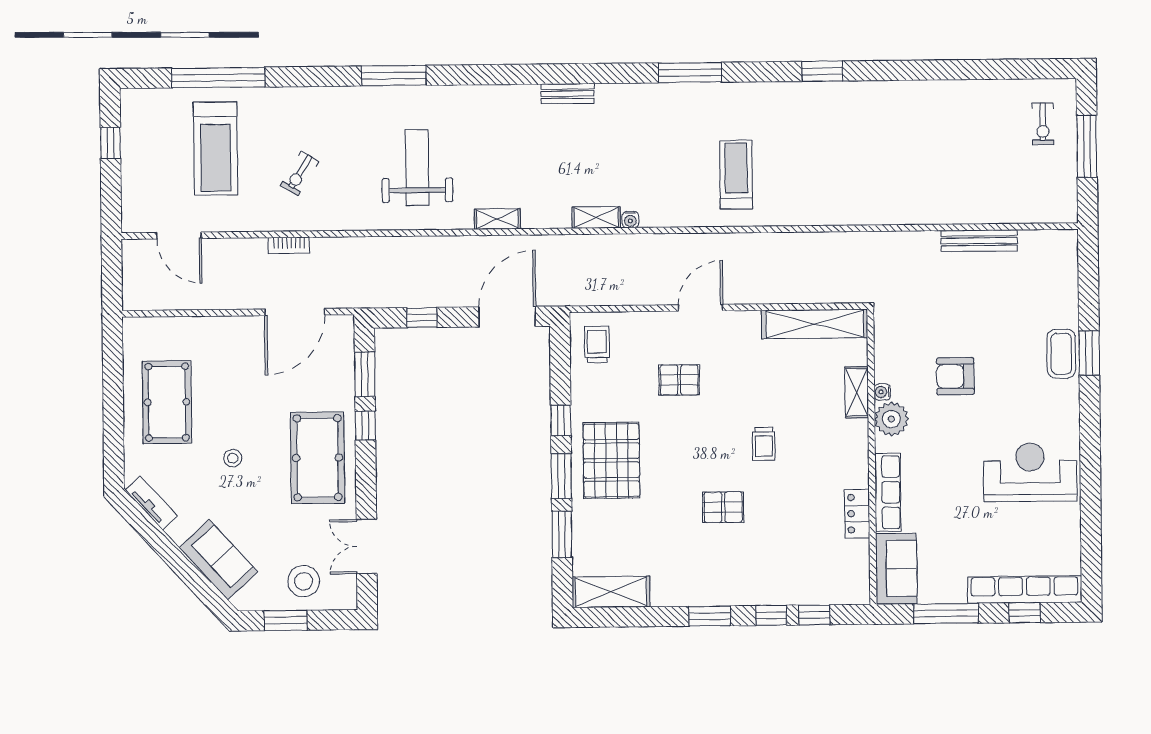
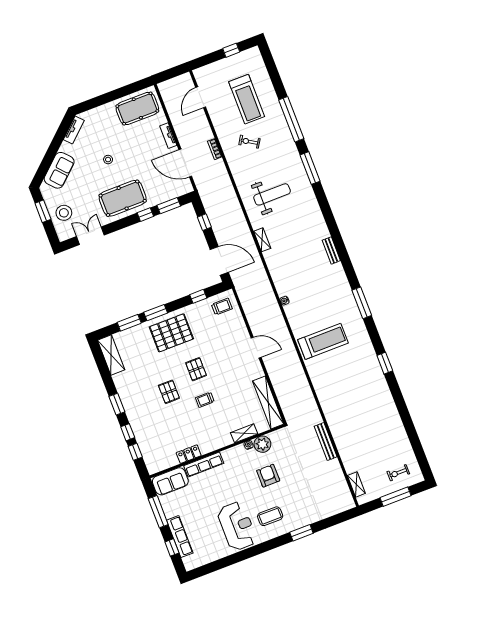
window: (218, 78) -> (291, 119), moved
treadmill: (216, 148) -> (247, 99), turned -90
treadmill: (736, 175) -> (323, 341), width x1.37, depth x1.38
shelving: (596, 217) -> (356, 484), moved
bench: (979, 241) -> (326, 442), moved
tv unit: (230, 325) -> (168, 136), added
coffee table: (1061, 354) -> (270, 516), moved
pallet: (679, 380) -> (196, 369), moved
pool table: (167, 402) -> (137, 109), moved
plant: (891, 419) -> (262, 444), moved
window: (561, 420) -> (198, 296), moved
row of seats: (1024, 590) -> (180, 537), width x0.73

